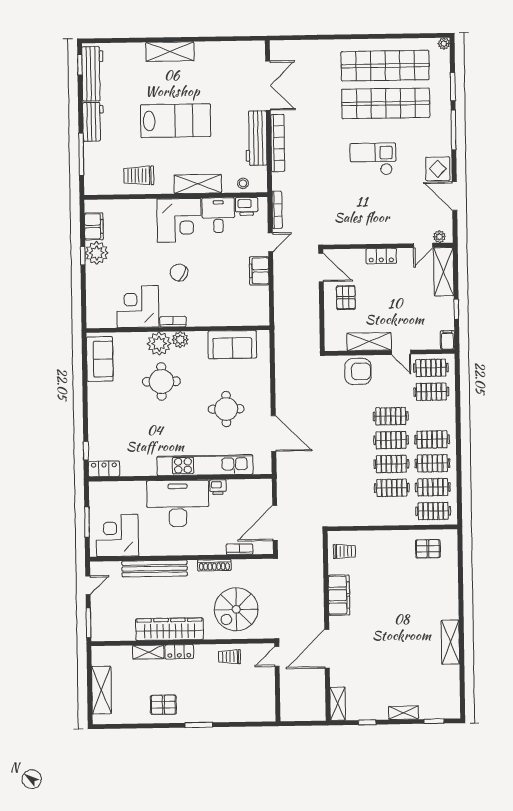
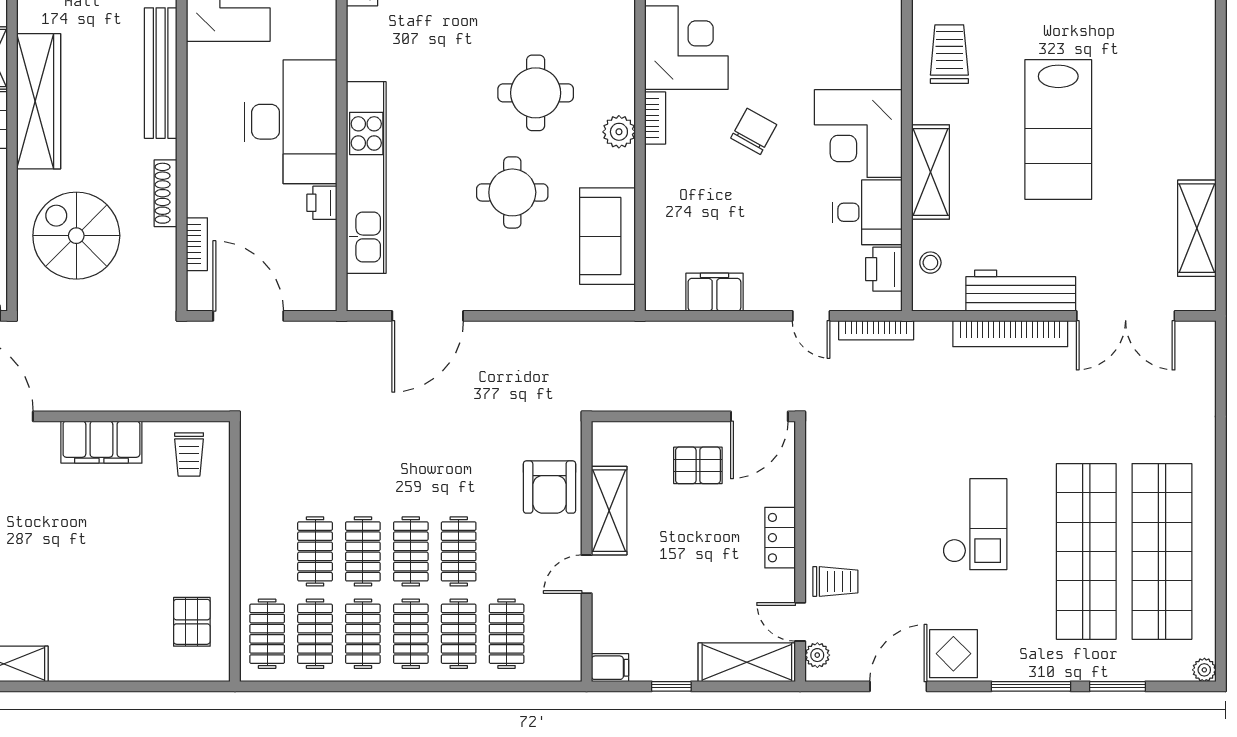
shelving: (170, 52) -> (1197, 228), moved
trolley: (403, 228) -> (835, 581), added
filing cabinet: (259, 271) -> (714, 292), moved
plant: (159, 344) -> (612, 89), removed
clothes rail: (431, 368) -> (459, 634), moved
round table: (226, 409) -> (512, 192), moved

